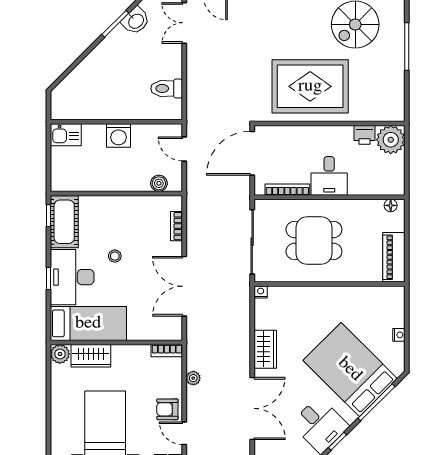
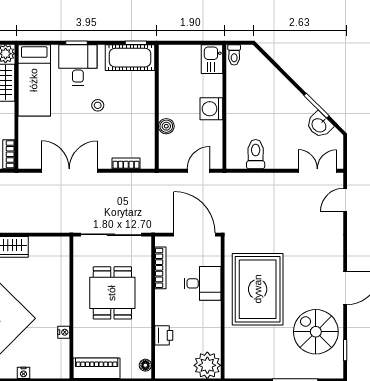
toilet: (61, 111) -> (234, 55), added
printer: (365, 135) -> (164, 335), moved, turned 180
desk: (329, 176) -> (202, 283), moved, turned 180
boiler: (159, 183) -> (166, 126), moved
desk: (72, 277) -> (78, 65), width x0.73
nightstand: (261, 292) -> (64, 332), moved

